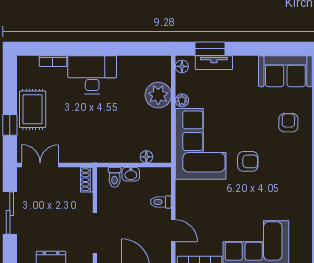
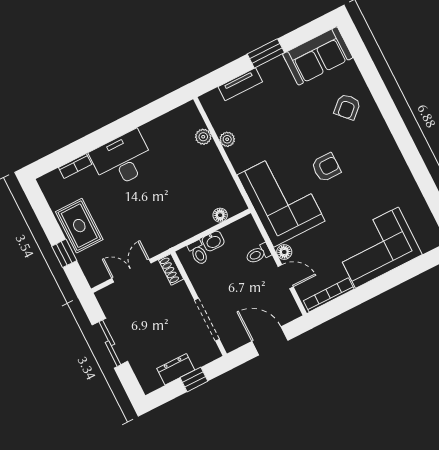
window: (210, 49) -> (266, 53), moved
floor lamp: (182, 66) -> (284, 252), moved
plant: (158, 95) -> (203, 137), width x0.53, depth x0.53
armchair: (288, 123) -> (347, 107), turned -135
corner sofa: (201, 144) -> (281, 198), moved
double door: (40, 165) -> (131, 271), moved

